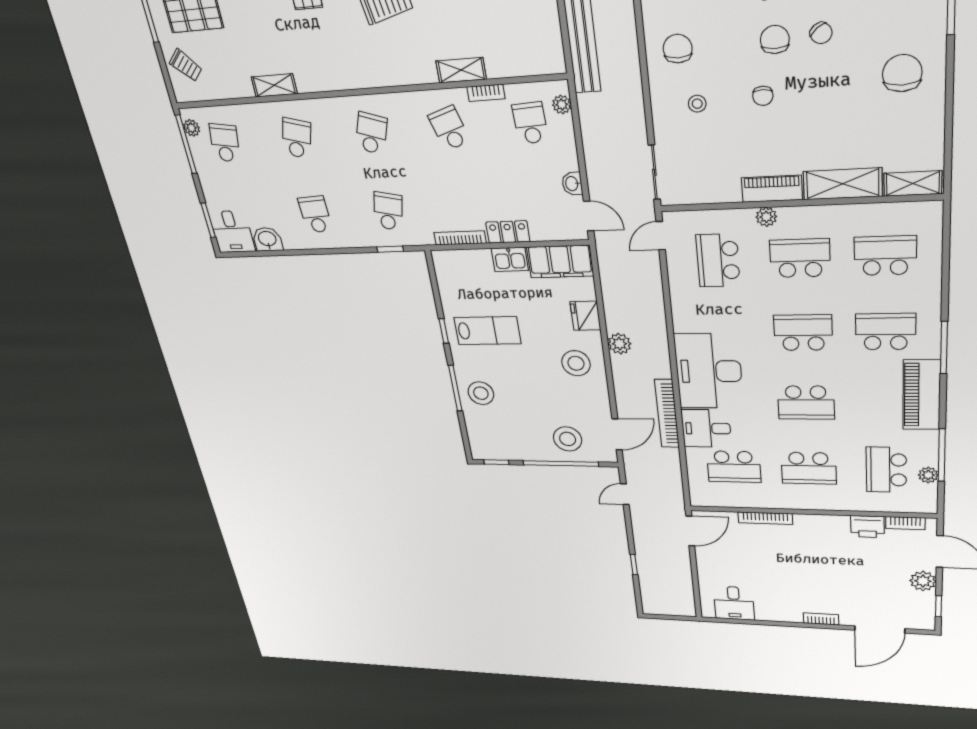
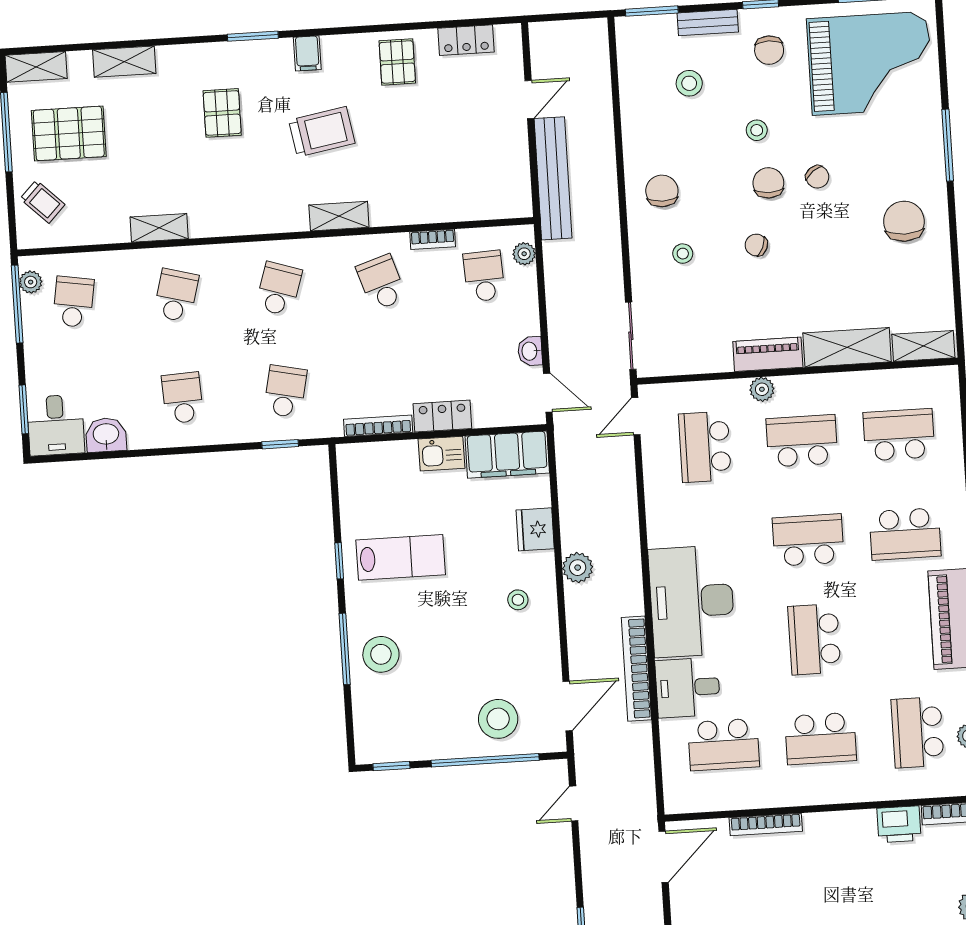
shelving: (461, 70) -> (339, 216), moved
chair: (763, 96) -> (756, 245), turned 113
school desk: (886, 332) -> (905, 534), turned 180
stool: (576, 363) -> (518, 600), width x0.53, depth x0.53
school desk: (806, 403) -> (814, 639), turned 90

